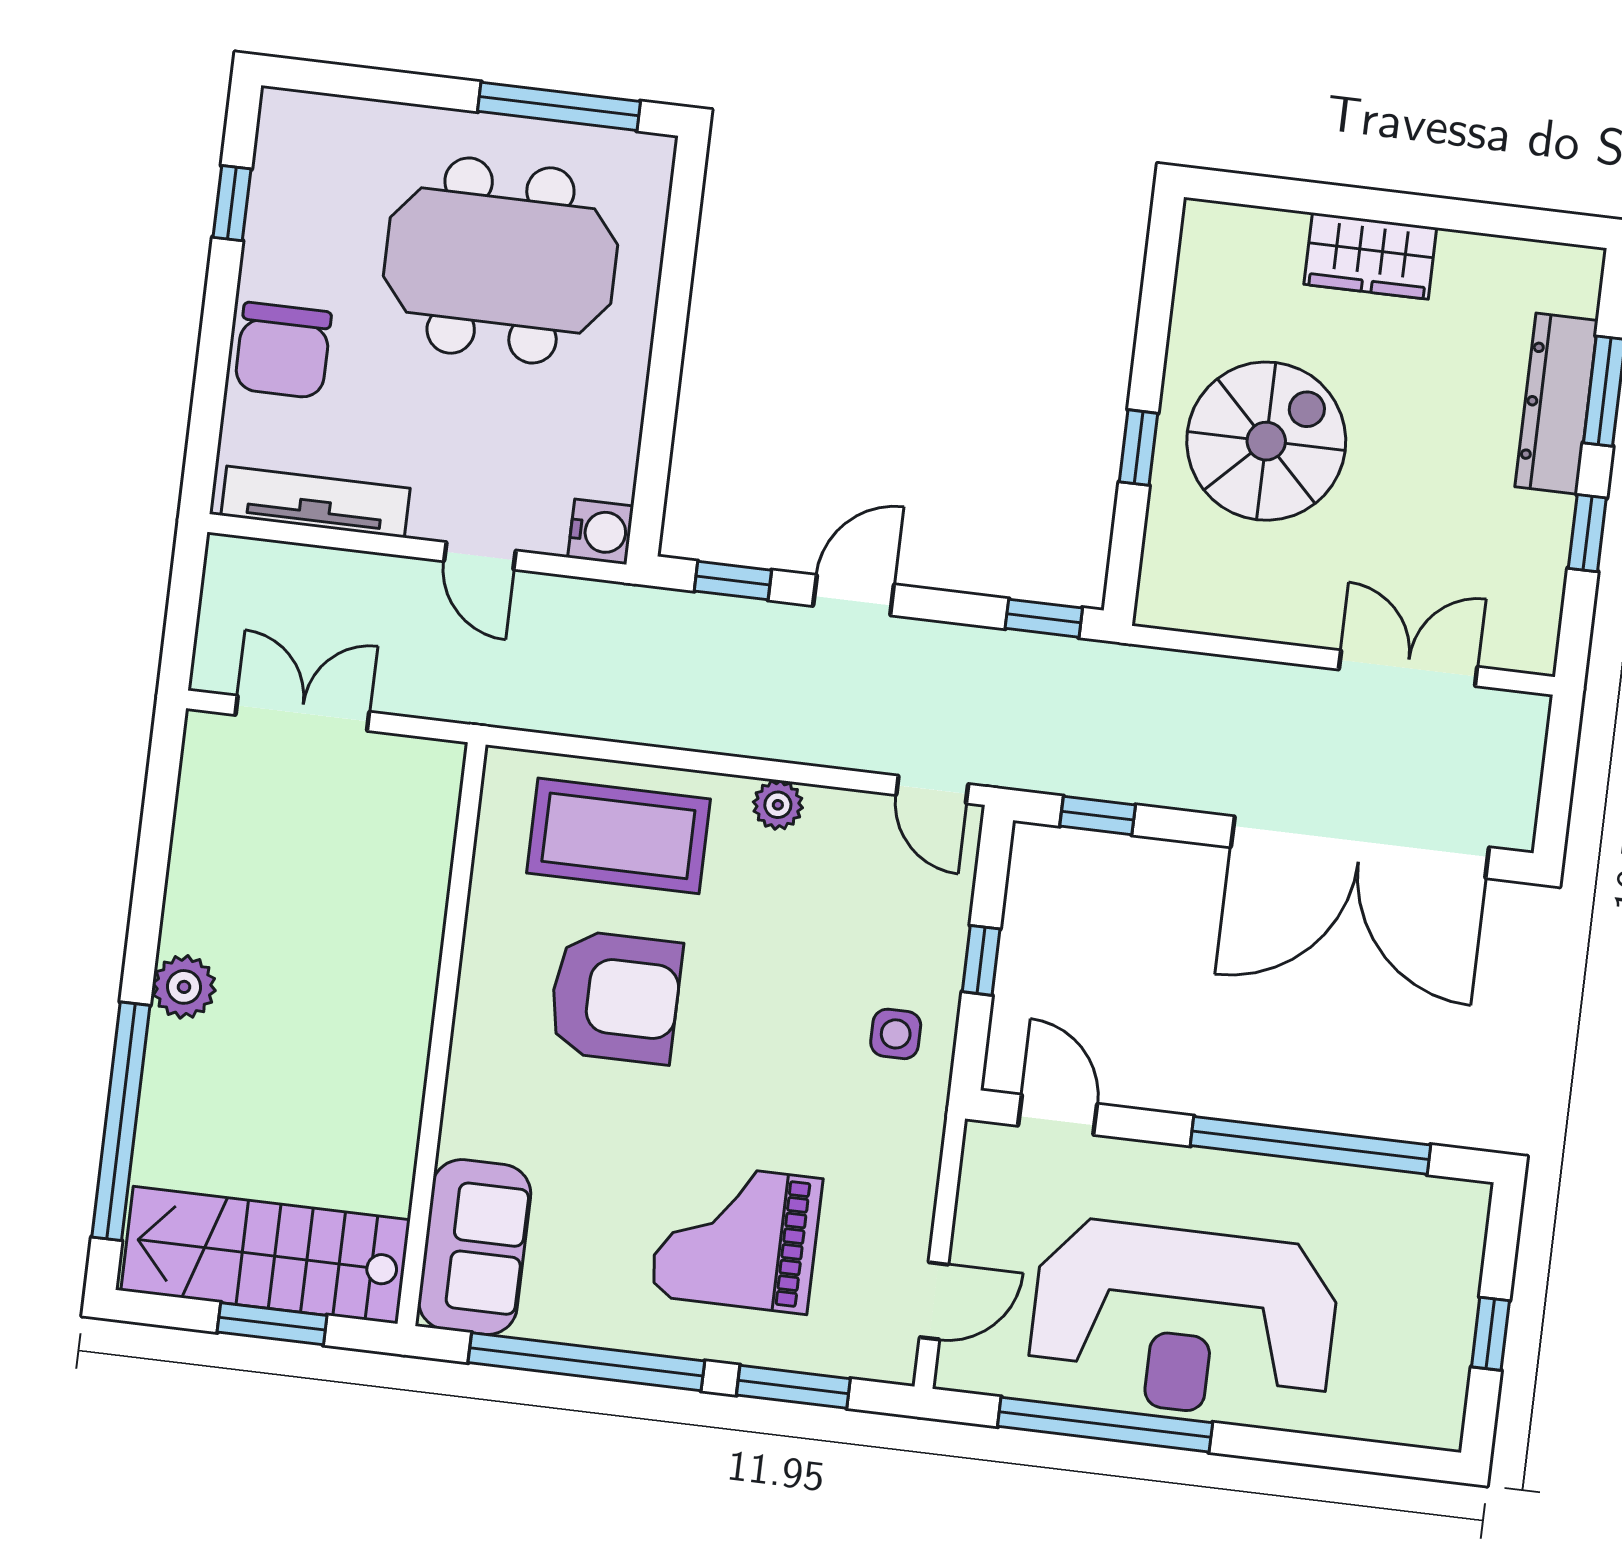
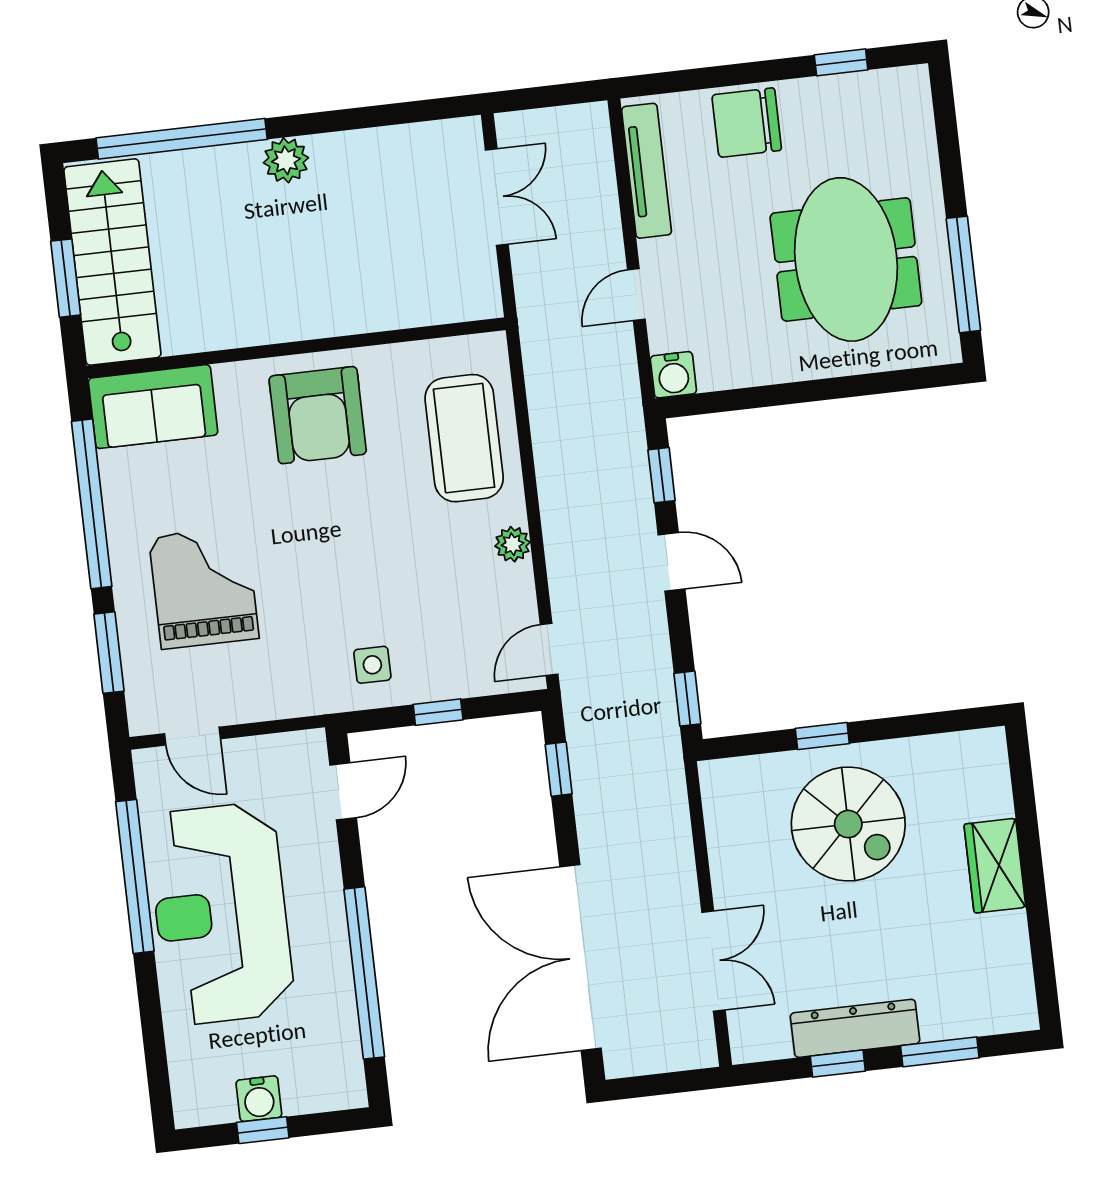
dresser: (1557, 404) -> (855, 1028), moved
armchair: (615, 997) -> (318, 415), moved
water cooler: (1447, 1329) -> (259, 1099), added

